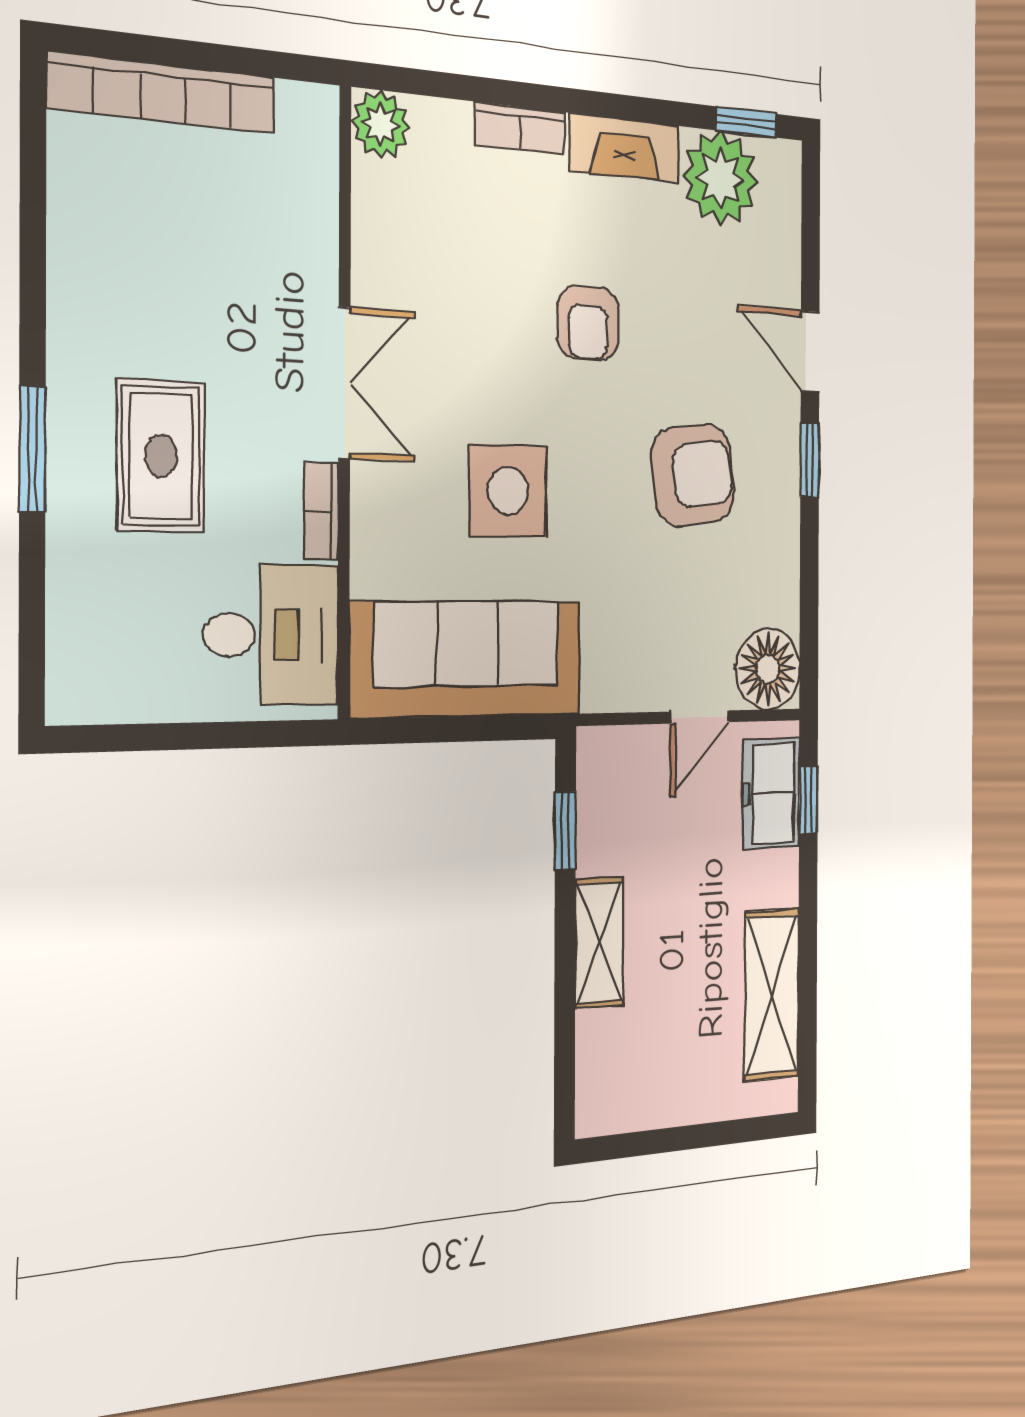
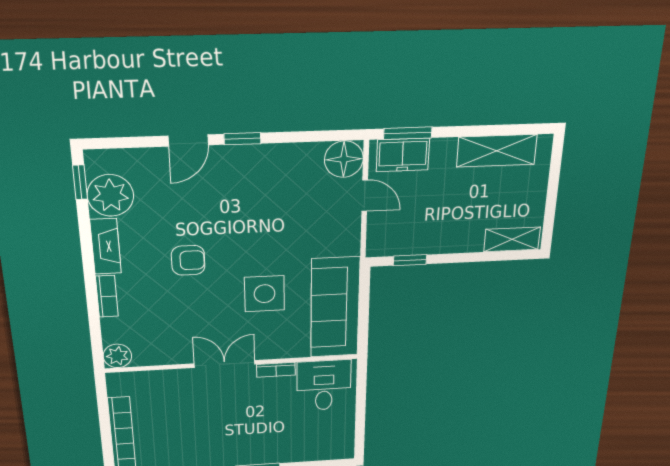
rug: (161, 456) -> (258, 428), removed
armchair: (693, 475) -> (253, 204), removed
window: (808, 800) -> (408, 133), width x1.50
shelving: (599, 942) -> (512, 239), moved

